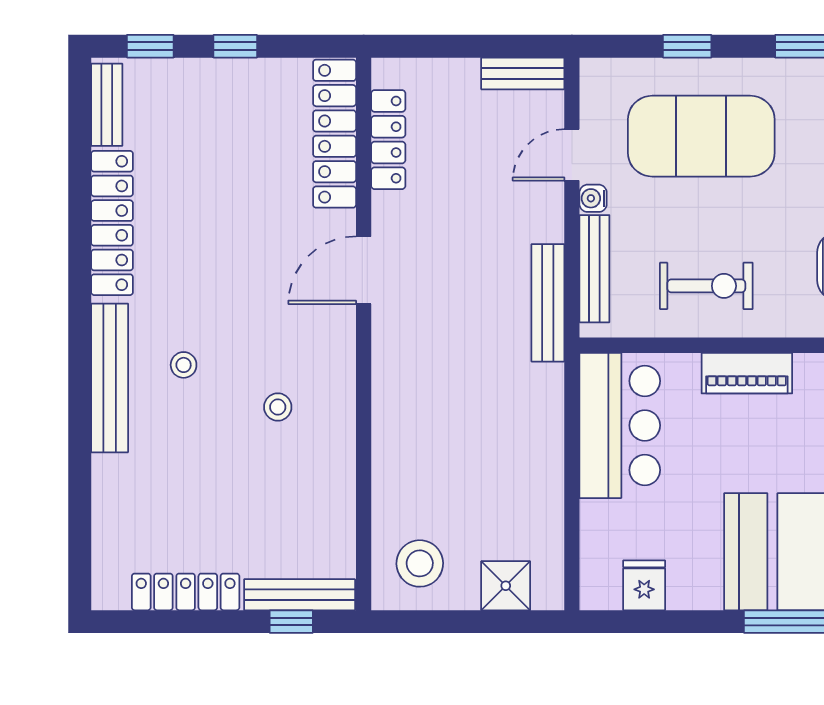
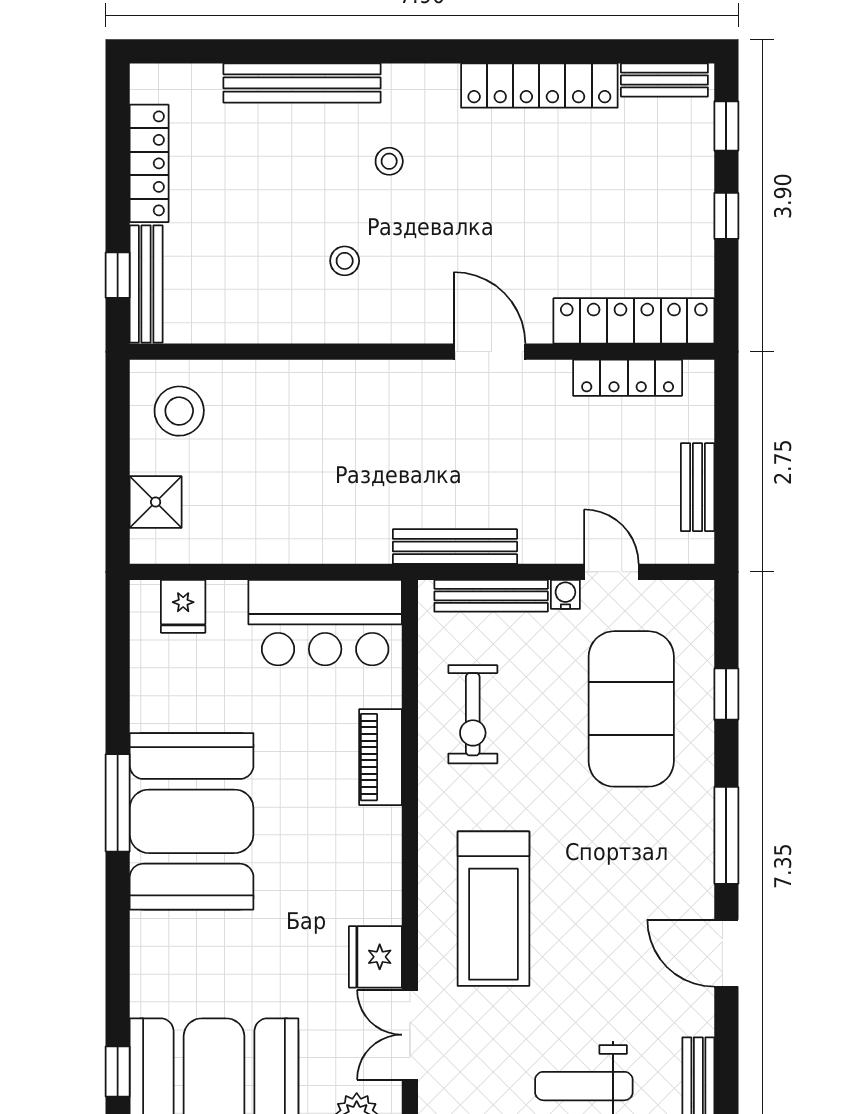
bench: (523, 73) -> (698, 487), moved
bench: (110, 378) -> (302, 83), moved
fridge: (644, 585) -> (183, 606), moved, turned 90

